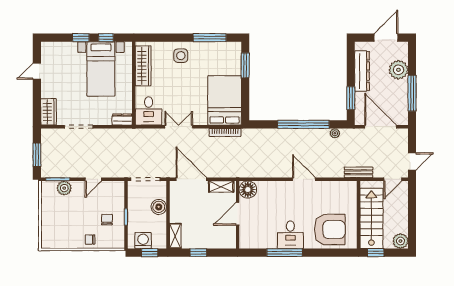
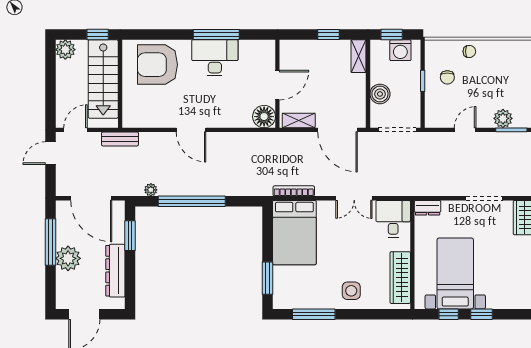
plant: (398, 70) -> (68, 258), moved
desk: (290, 235) -> (215, 58), width x1.37

